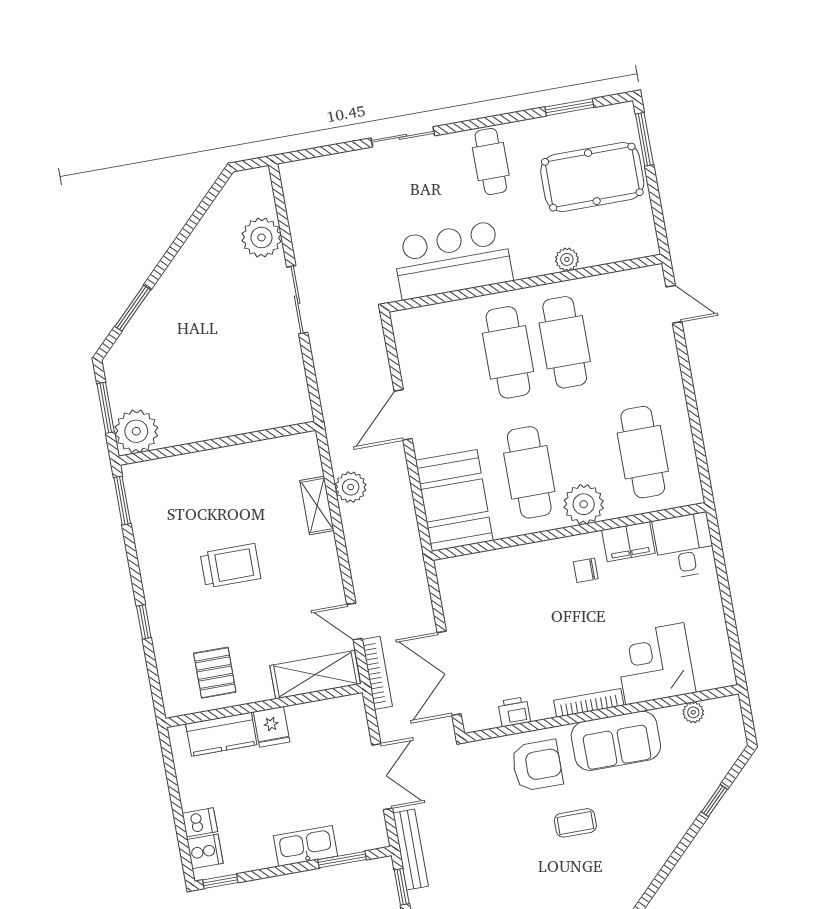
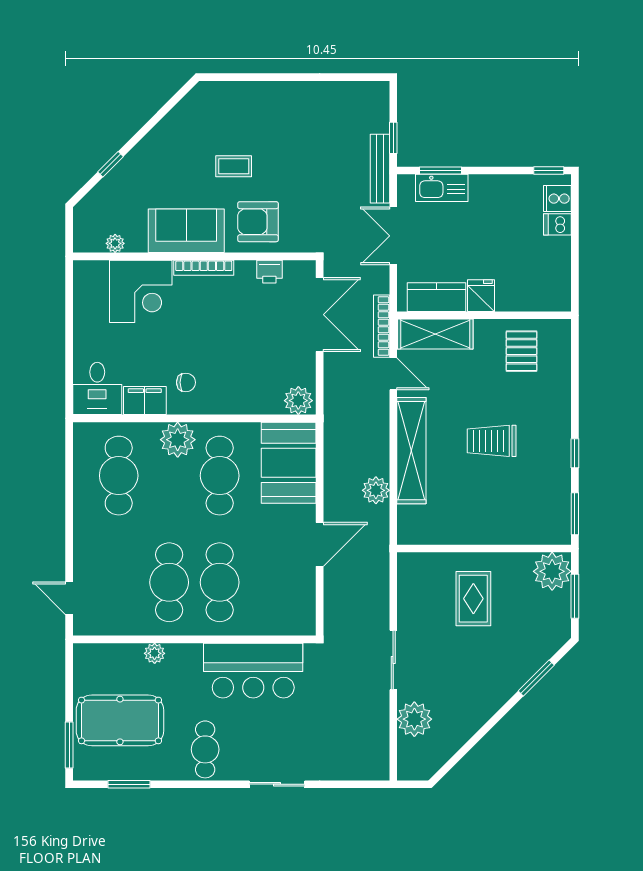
rug: (219, 385) -> (473, 599), added
shelving: (317, 506) -> (411, 451), width x2.20, depth x1.33
plant: (456, 572) -> (298, 401), added
window: (144, 622) -> (575, 453), moved
kitchen counter: (221, 734) -> (436, 297), moved
kitchen sink: (305, 846) -> (442, 188), moved

